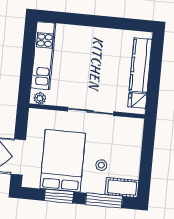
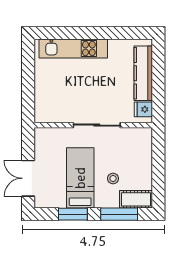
kitchen unit: (43, 56) -> (73, 48), moved, turned 90
plant: (40, 98) -> (44, 117), removed
bed: (63, 161) -> (80, 178), width x0.67

